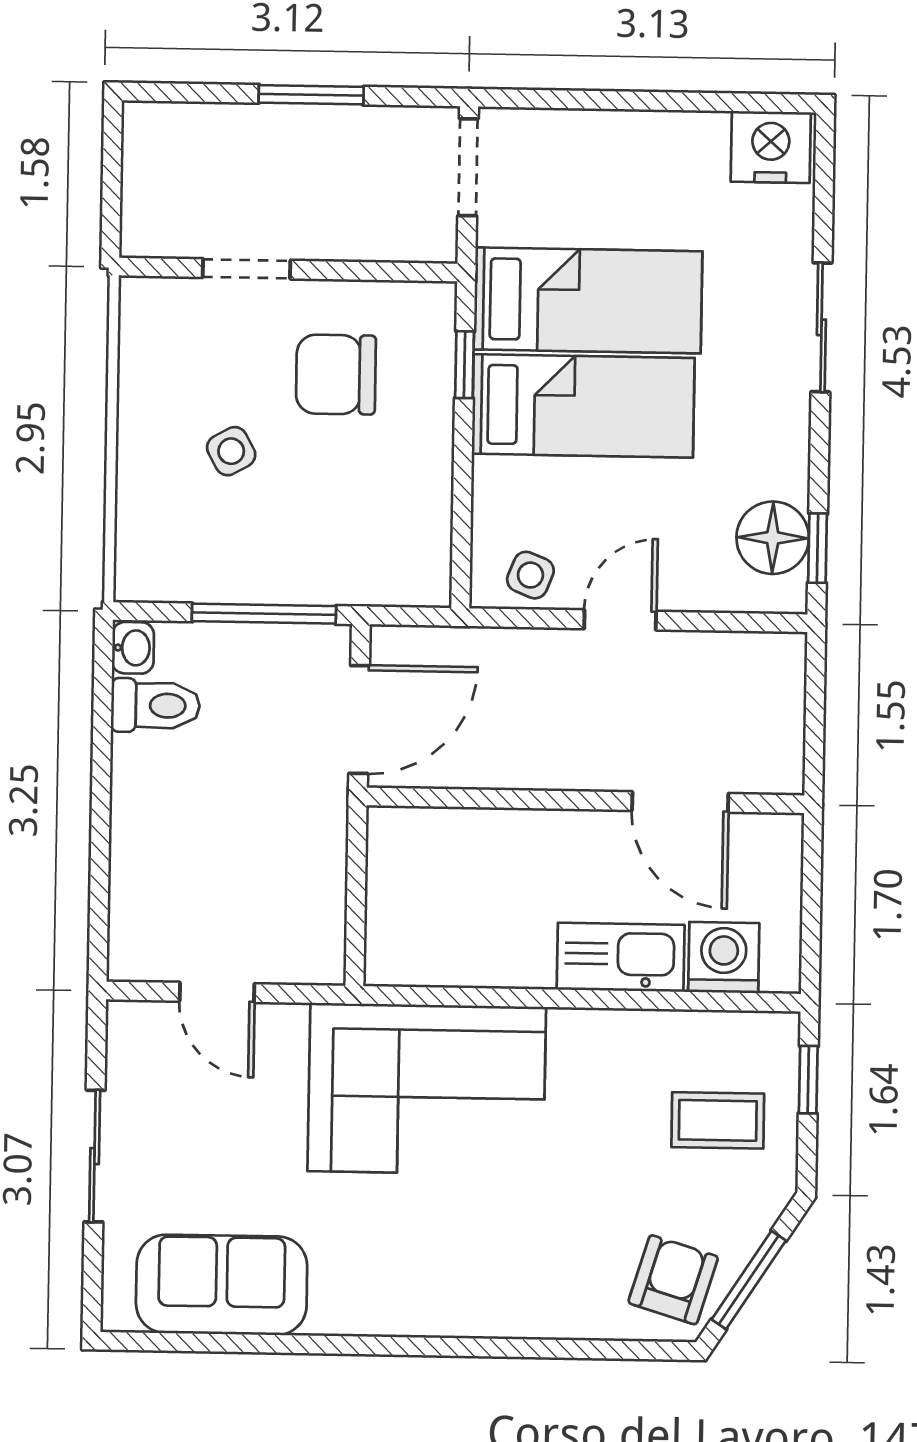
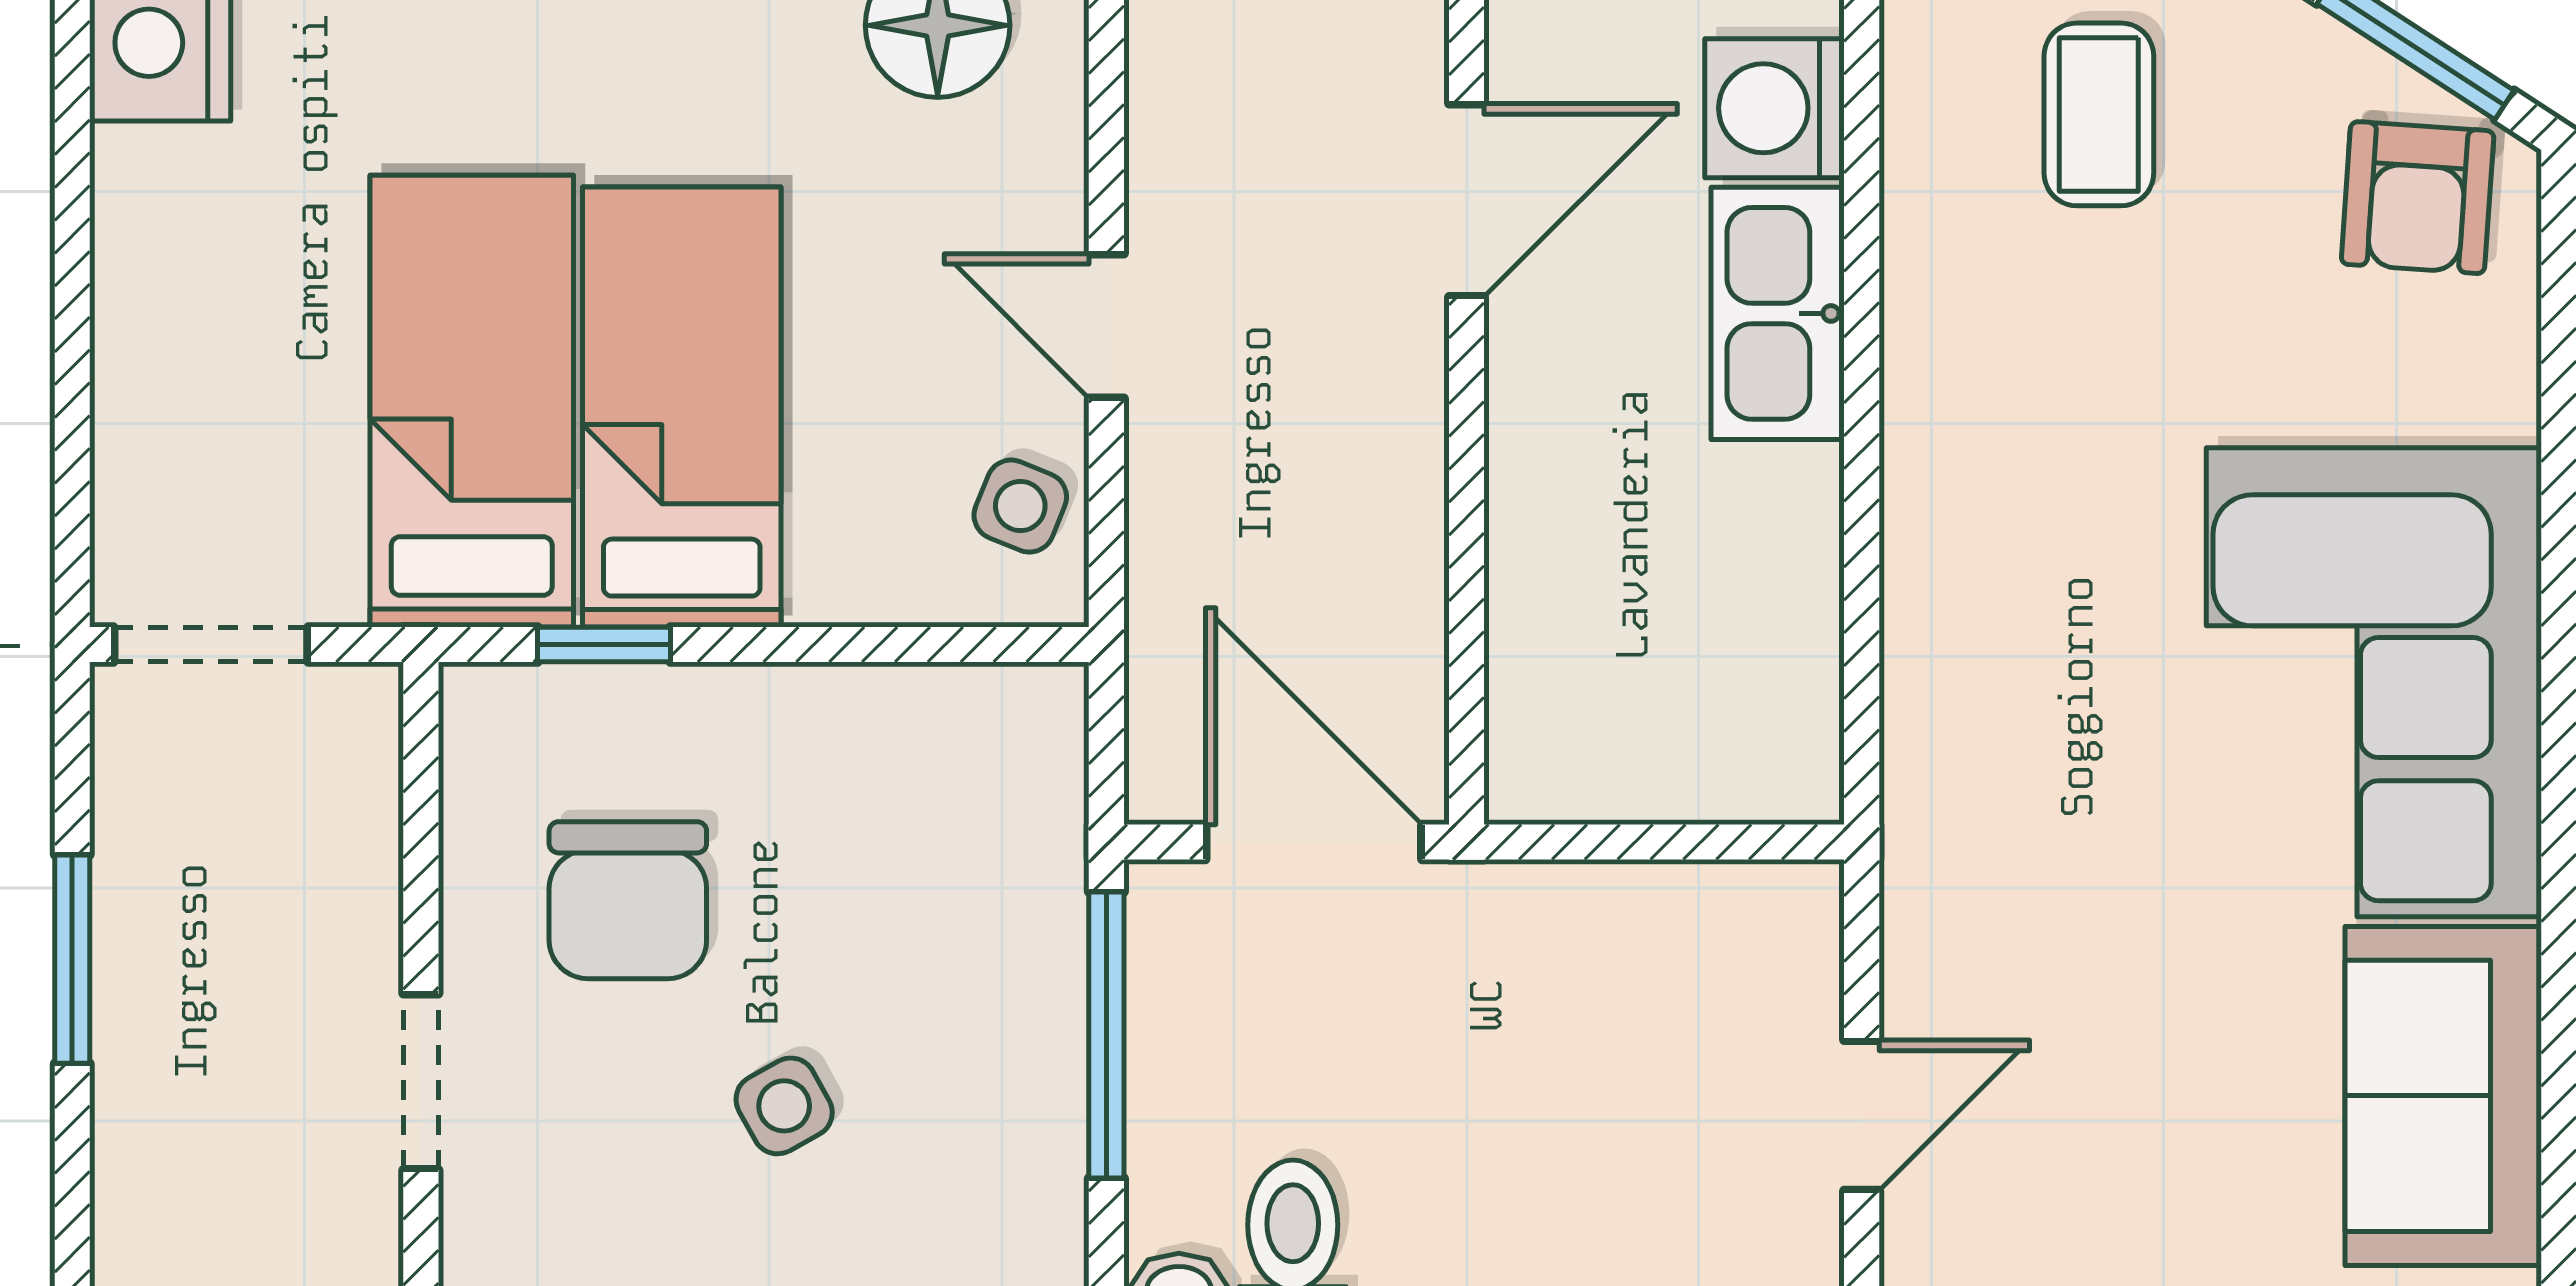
corner sofa: (427, 1089) -> (2374, 682), moved, turned 180
armchair: (673, 1280) -> (2418, 198), turned -103

